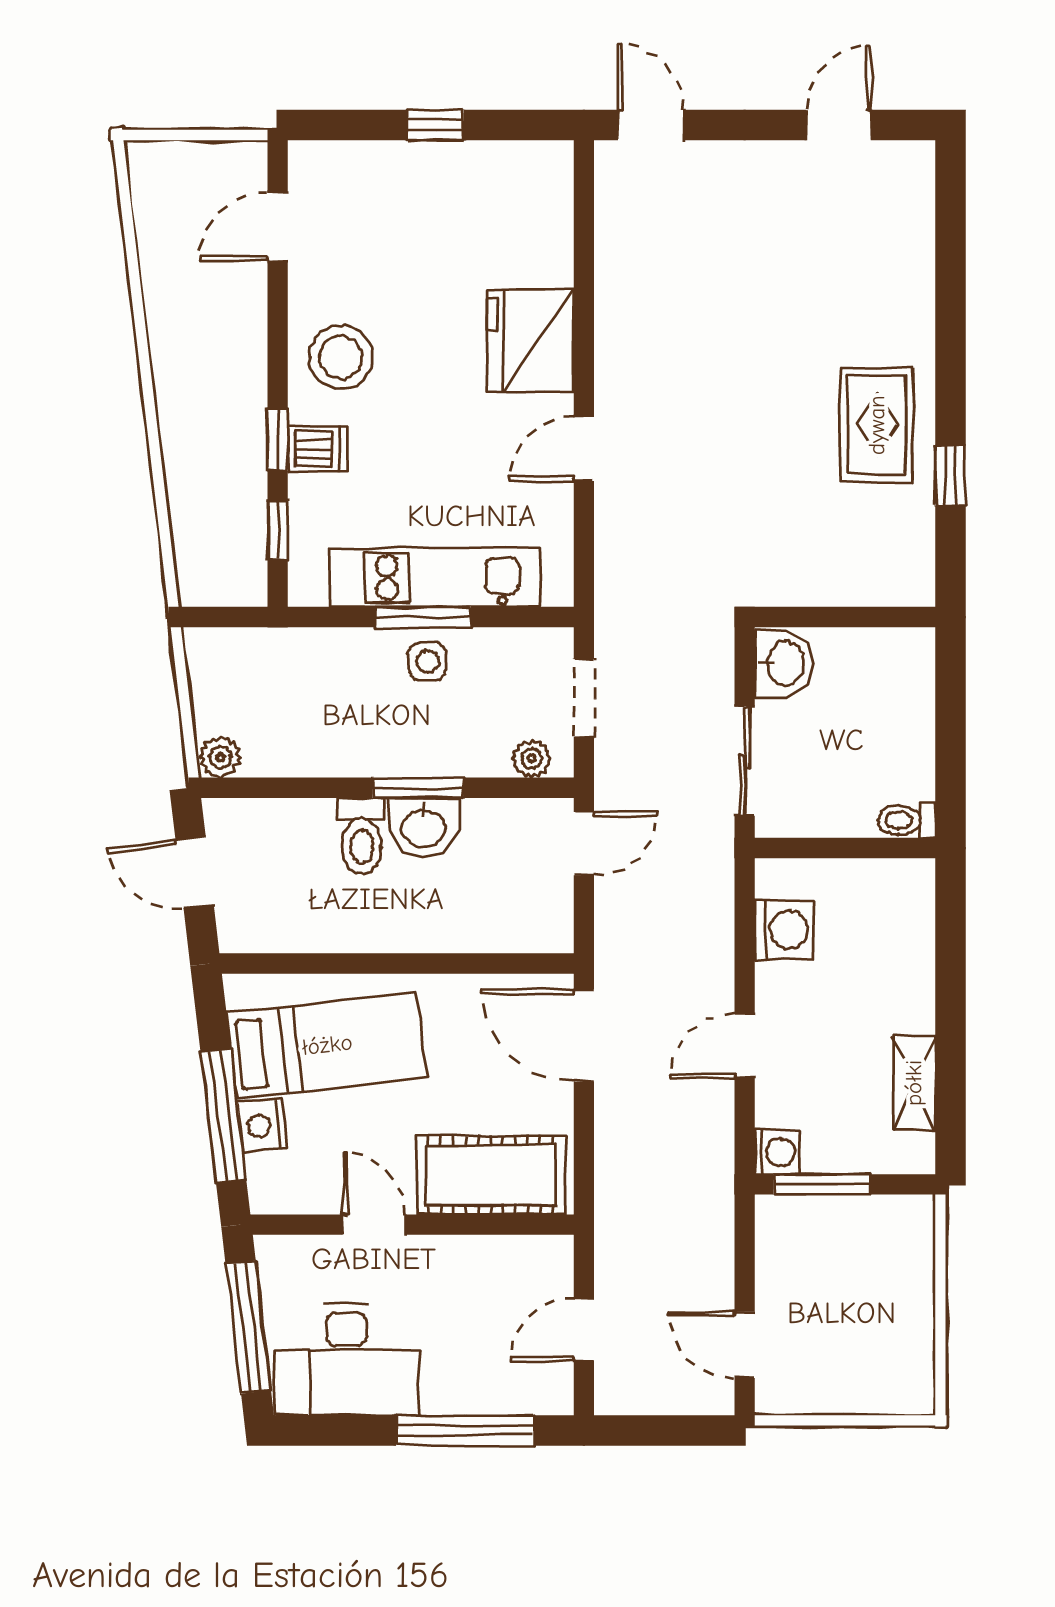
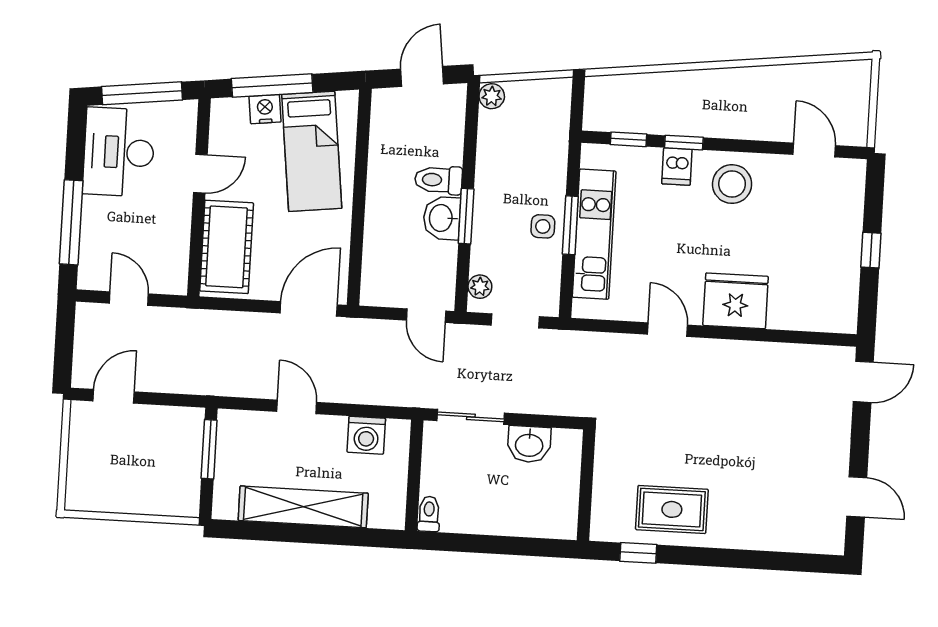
wall: (845, 617) -> (586, 485), moved
shelving: (914, 1083) -> (303, 507), width x2.20, depth x1.33
washing machine: (777, 1152) -> (230, 423), removed

